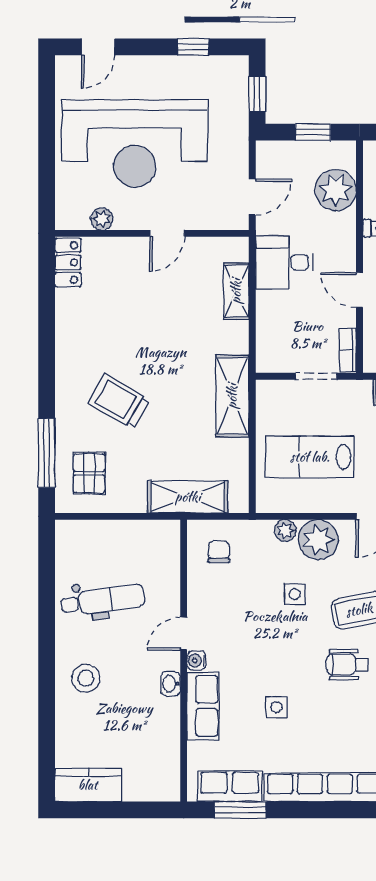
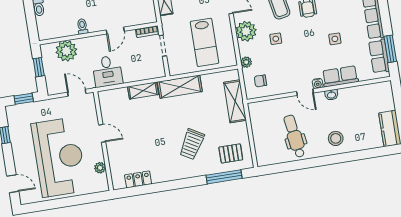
locker: (68, 262) -> (138, 179), moved
shelving: (236, 291) -> (143, 91), moved
plant: (285, 530) -> (246, 62), moved

